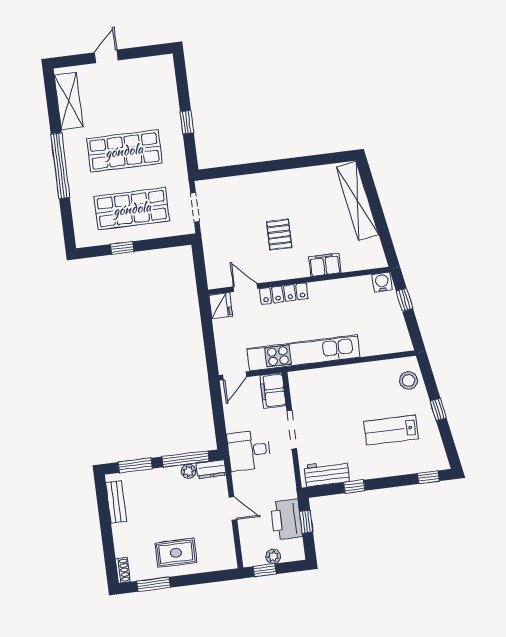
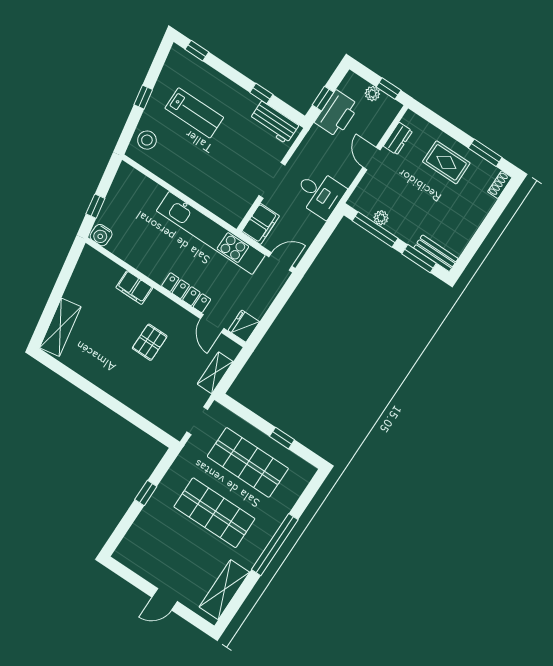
shelving: (357, 201) -> (60, 327), width x0.68
shelving: (212, 254) -> (215, 373), added
dresser: (211, 469) -> (398, 139), moved, turned 90
bench: (116, 502) -> (436, 253), moved, turned 90

